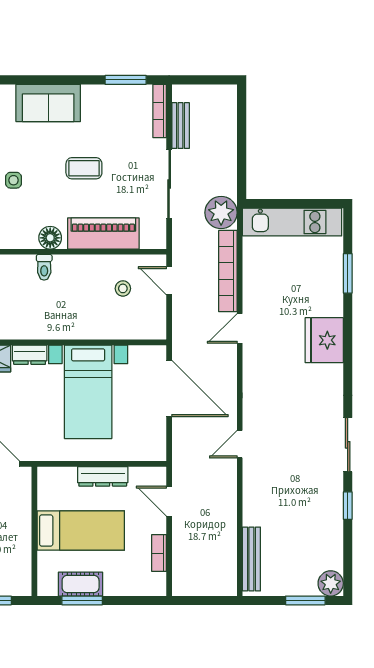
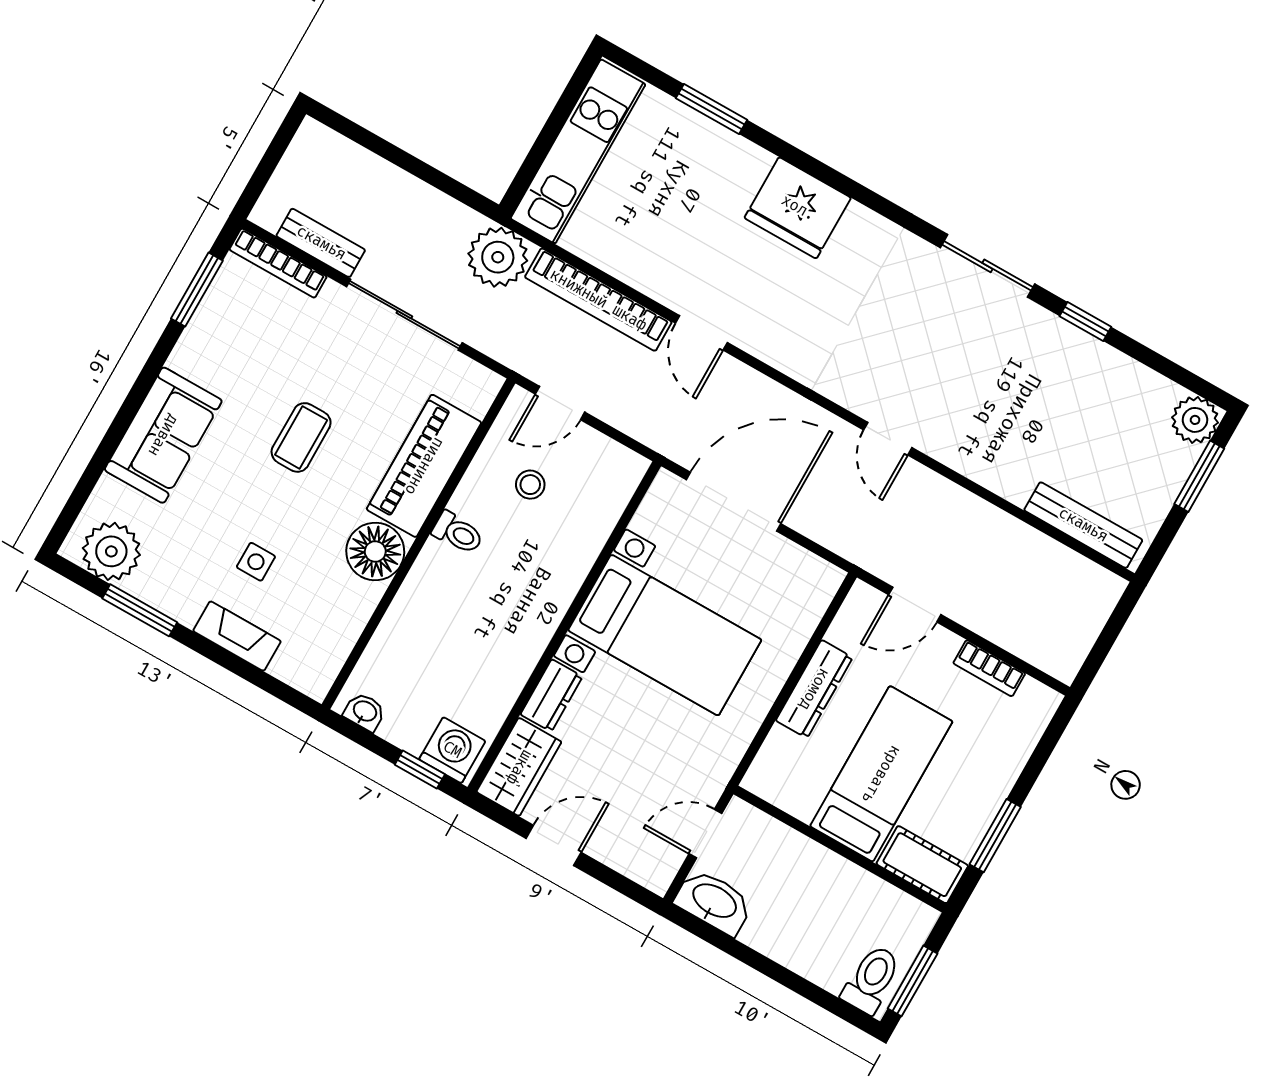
floor lamp: (50, 238) -> (375, 551), width x1.38, depth x1.38
toilet: (44, 267) -> (458, 533), moved
cot: (81, 584) -> (922, 865), moved, turned 90

